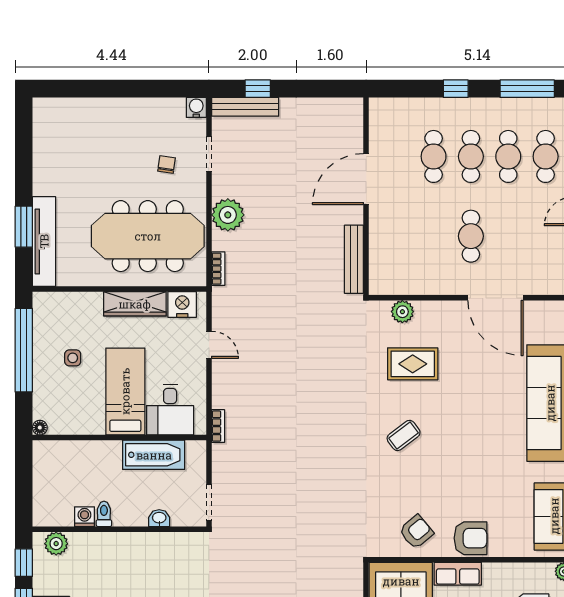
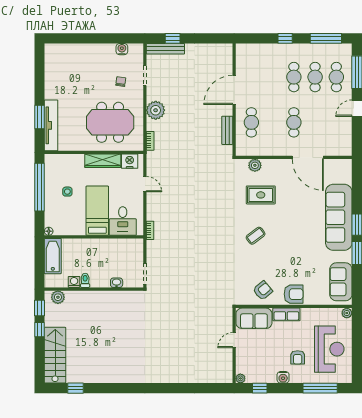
water cooler: (196, 107) -> (122, 49), moved
cafe table: (434, 156) -> (251, 122), moved
meeting table: (148, 236) -> (110, 122), width x0.73
bench: (354, 259) -> (227, 130), width x0.73
bathtub: (154, 455) -> (53, 256), moved, turned -90

